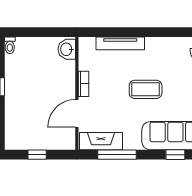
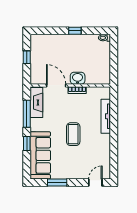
washbasin: (67, 49) -> (78, 78), moved
window: (175, 155) -> (27, 144), moved

